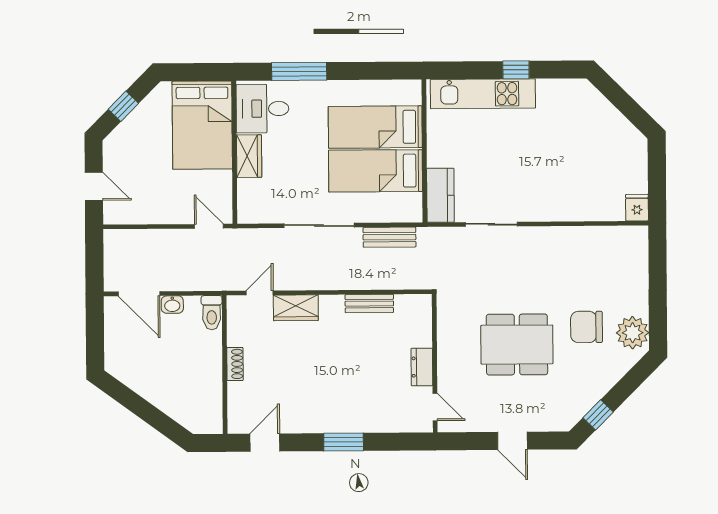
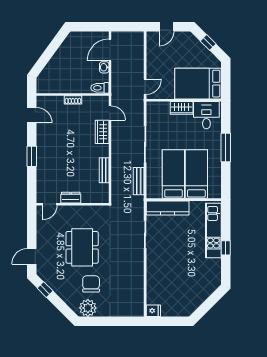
window: (299, 71) -> (226, 147), moved
kitchen counter: (440, 195) -> (168, 208), width x1.50
door: (512, 441) -> (32, 256), moved

